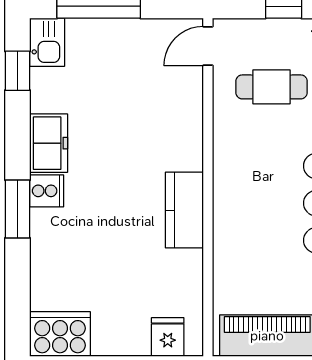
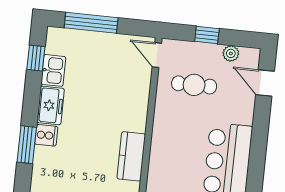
kitchen sink: (47, 42) -> (53, 70), moved
door: (208, 46) -> (157, 55), hinge flipped

